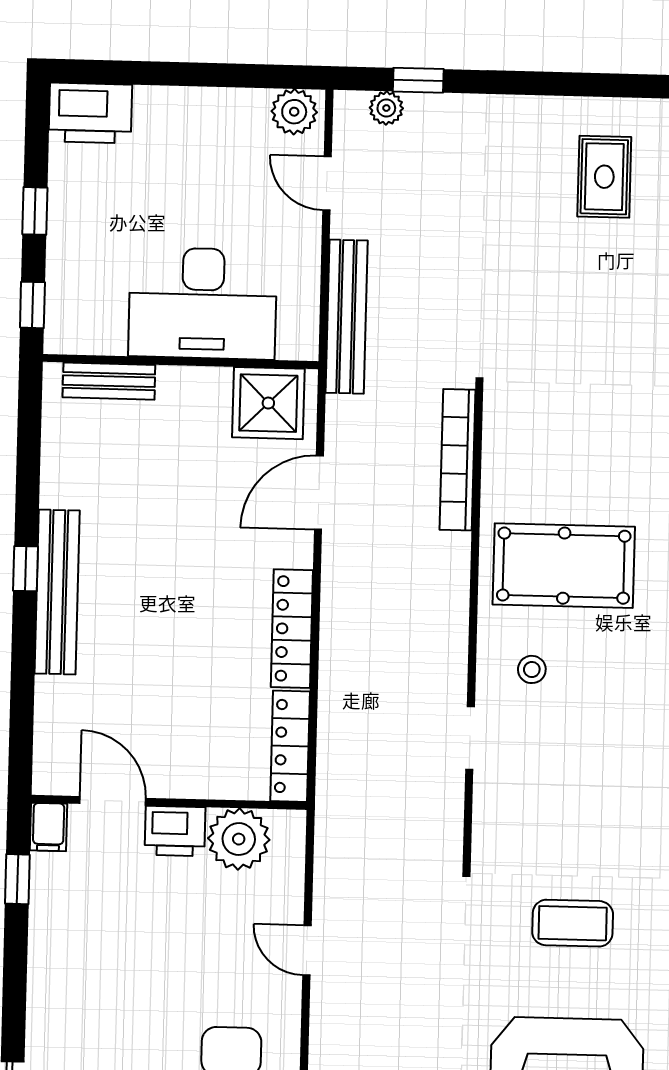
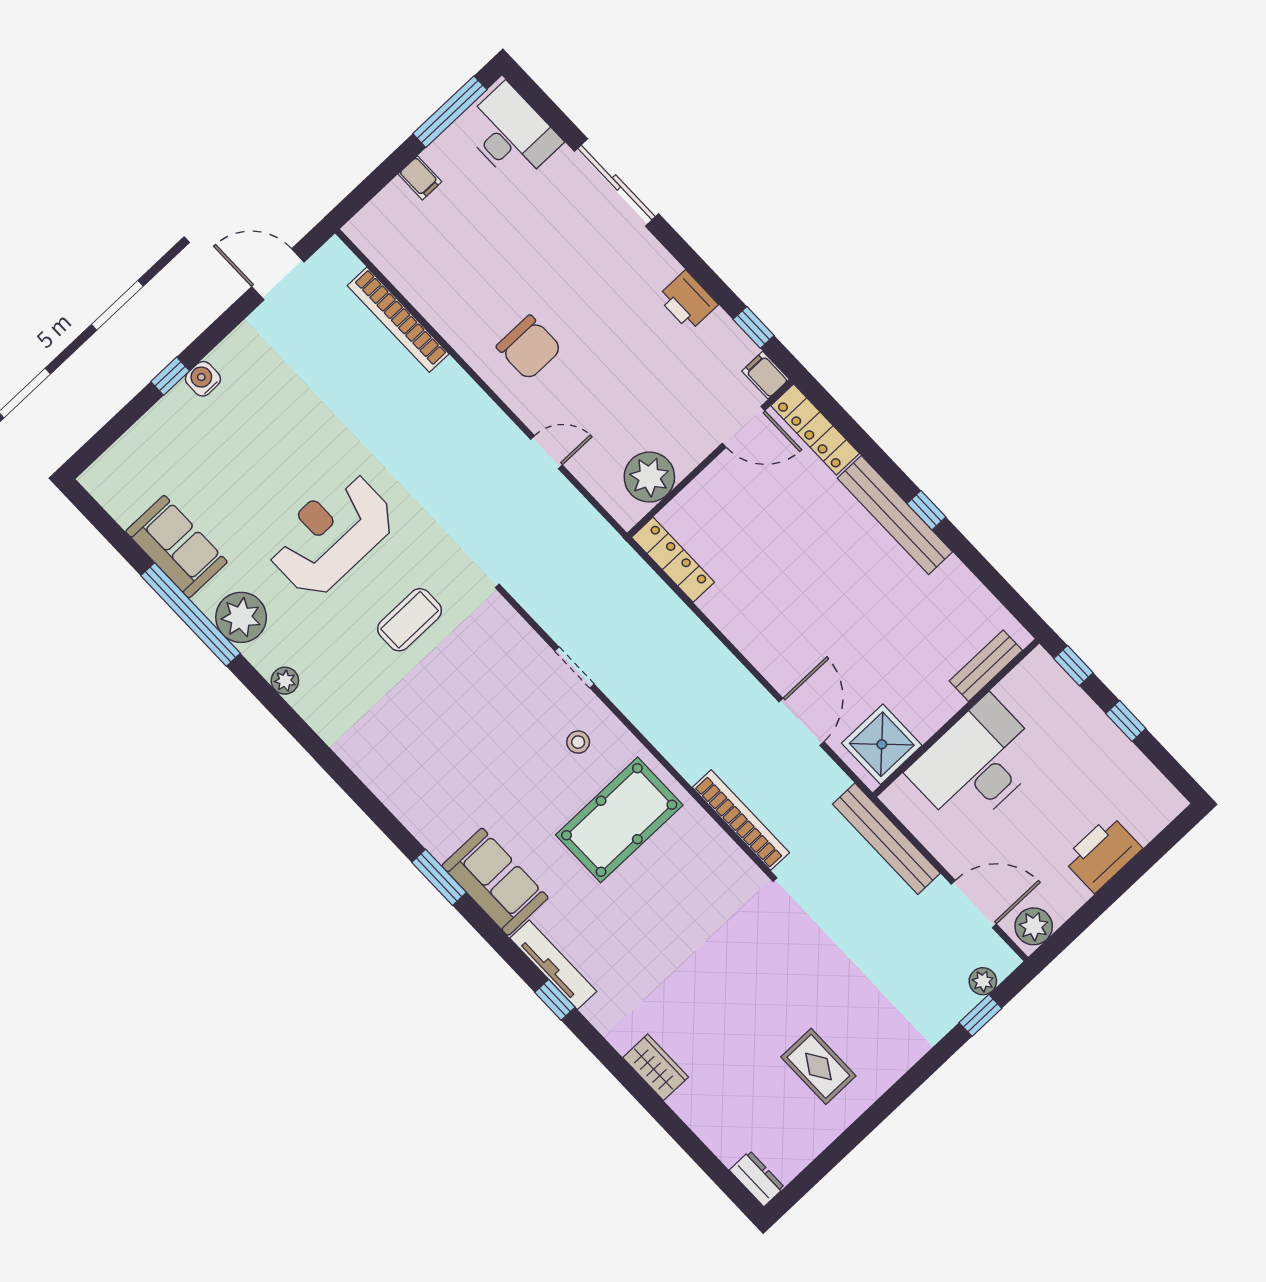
printer: (90, 113) -> (1102, 854), moved
door: (327, 183) -> (974, 904), width x1.38
locker: (292, 629) -> (815, 430), moved, turned 180
printer: (175, 831) -> (688, 301), moved, turned -90

